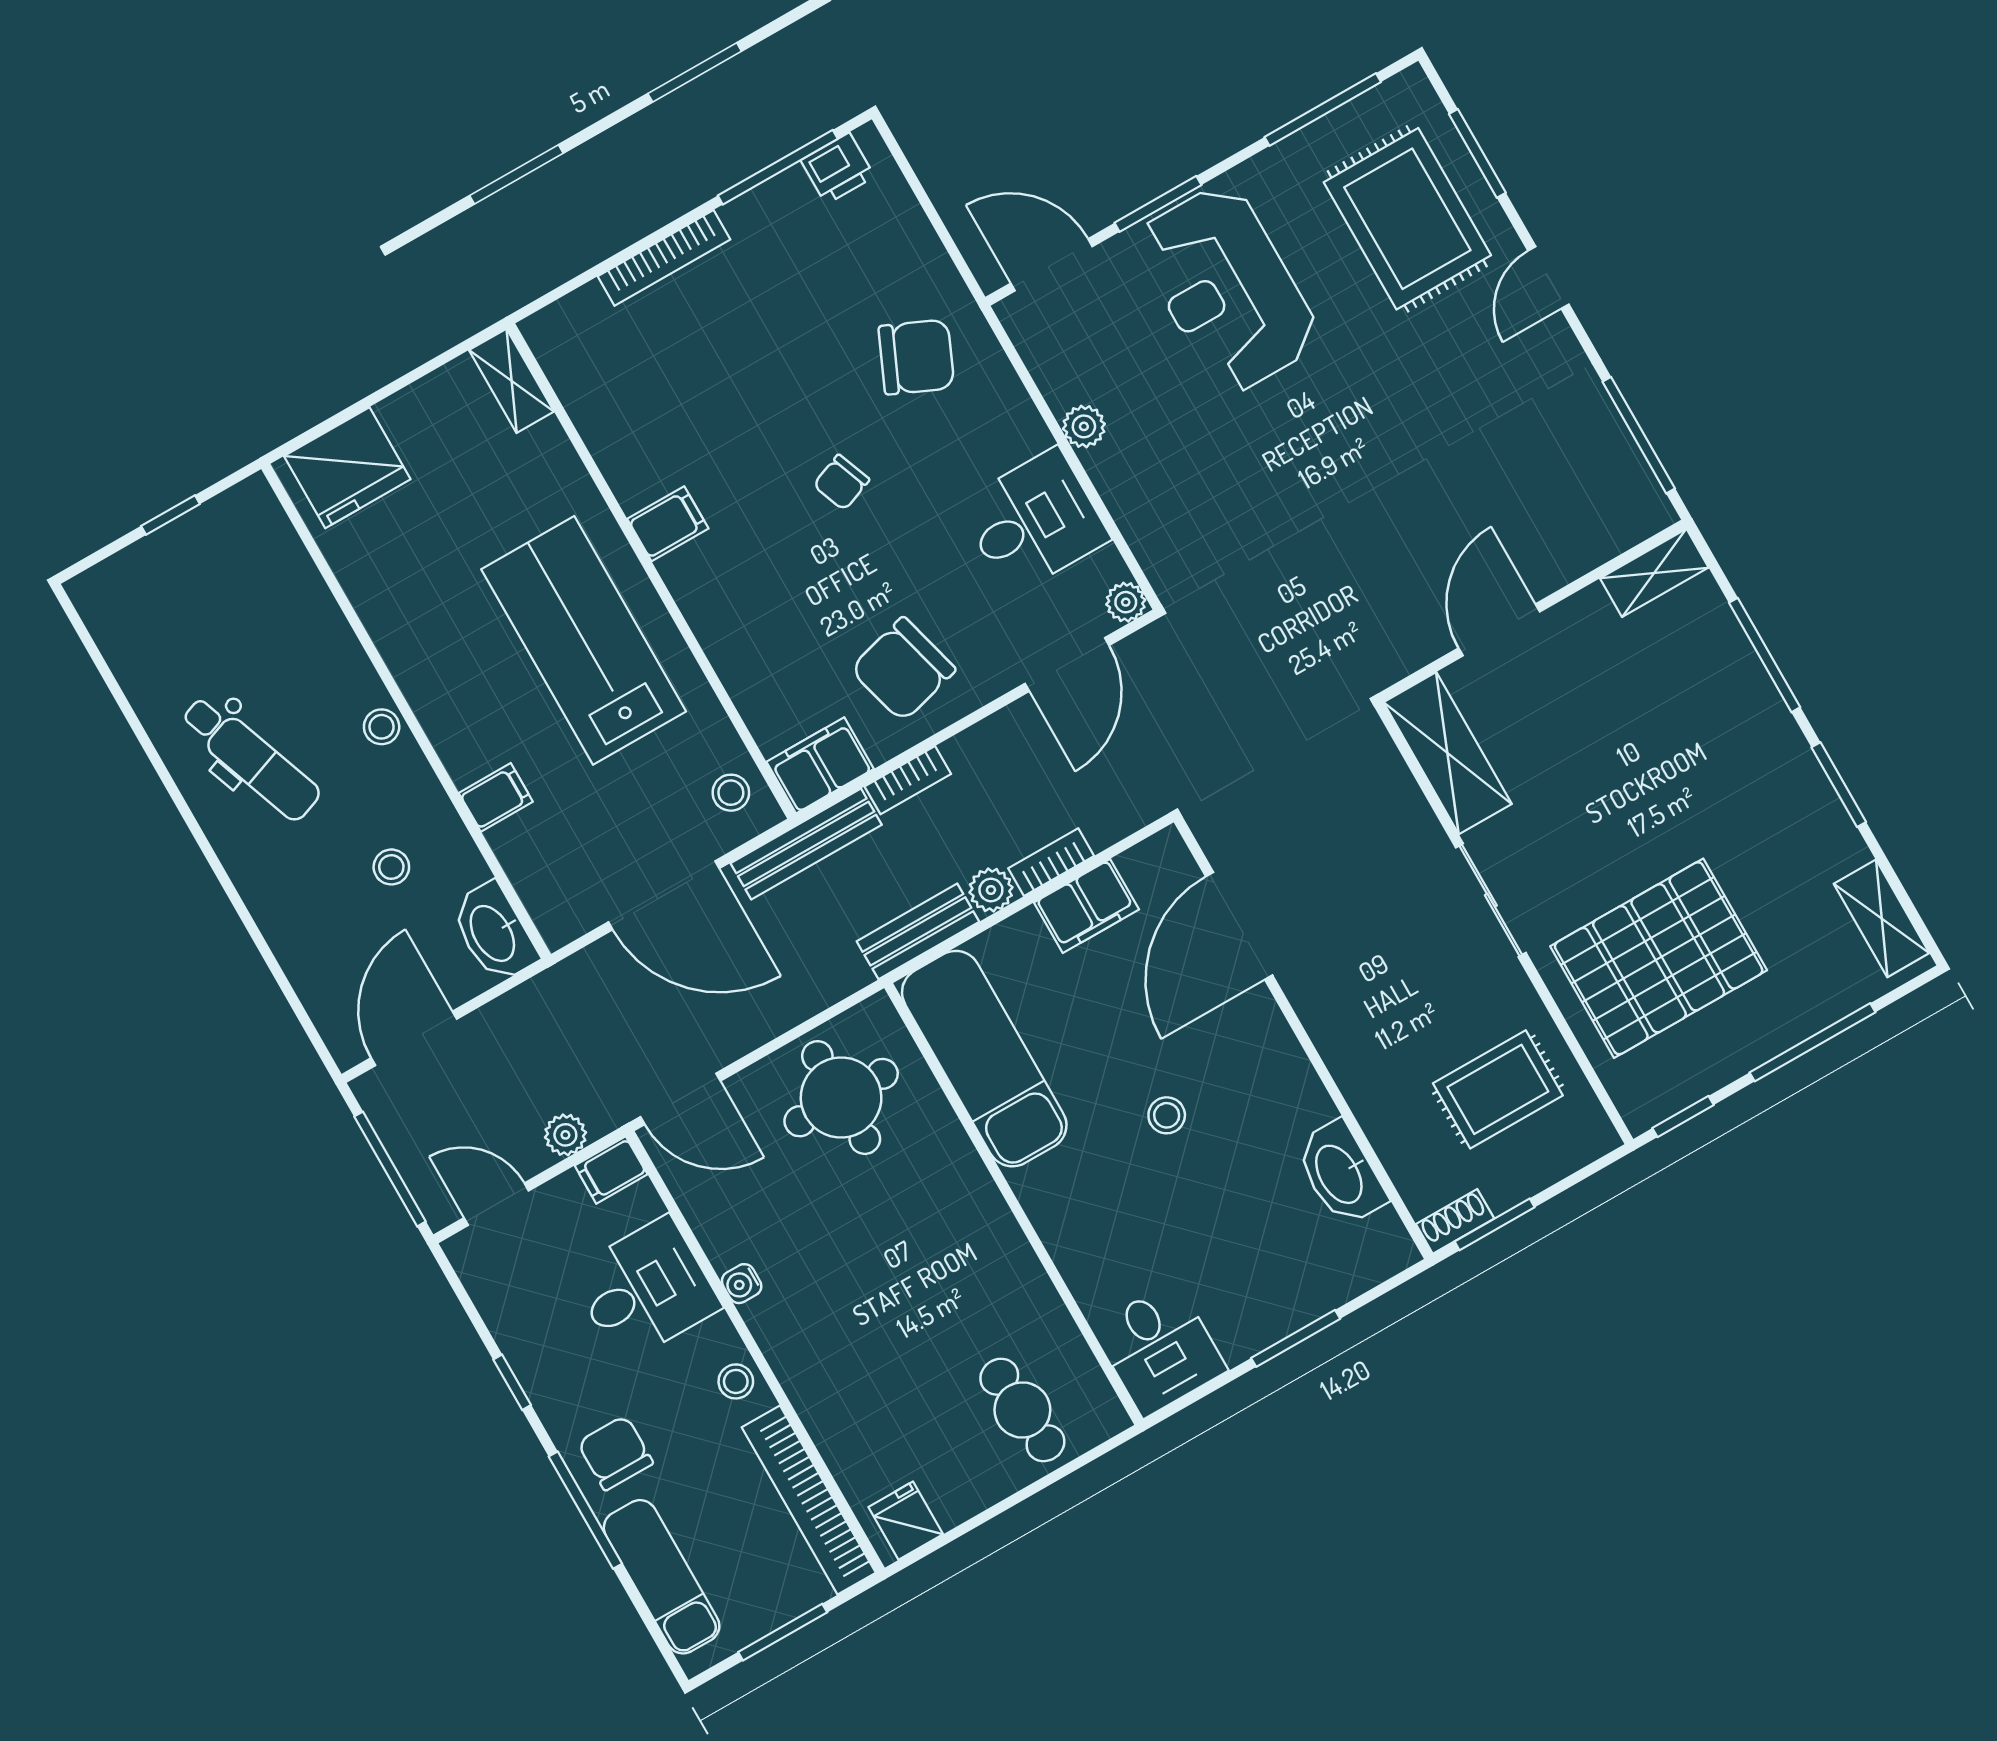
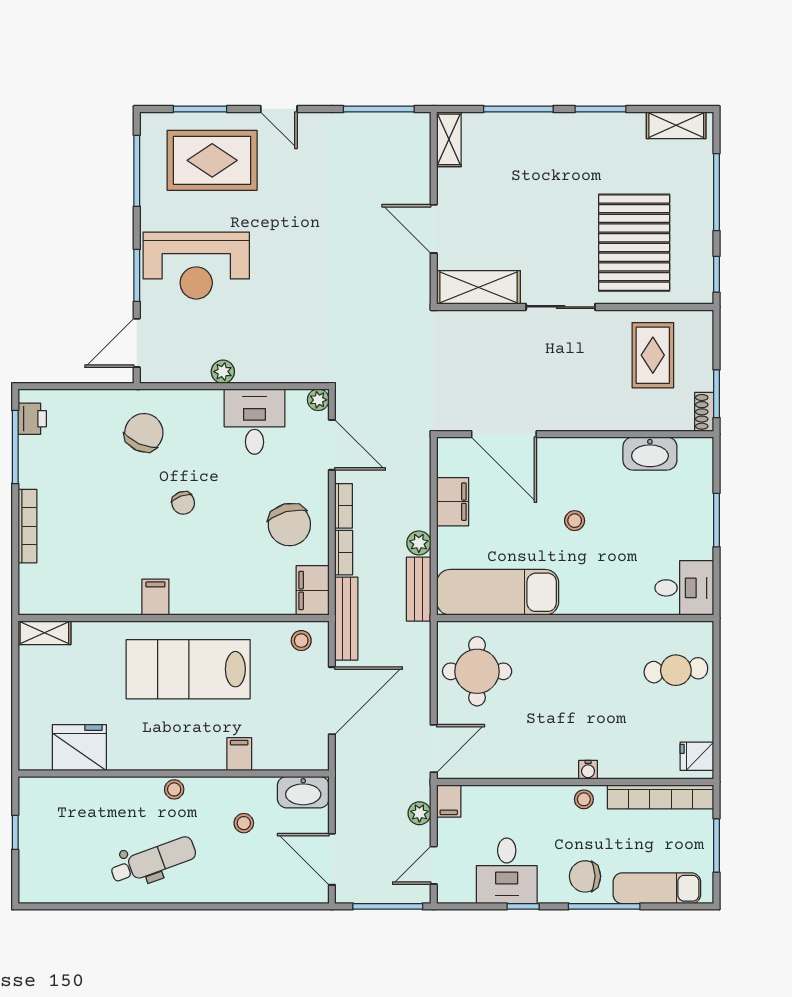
fridge: (347, 468) -> (79, 748), moved, turned -90
bookcase: (1051, 862) -> (344, 506), moved, turned 180
water cooler: (742, 1284) -> (588, 770), moved
desk: (645, 1290) -> (507, 871), moved, turned 180

